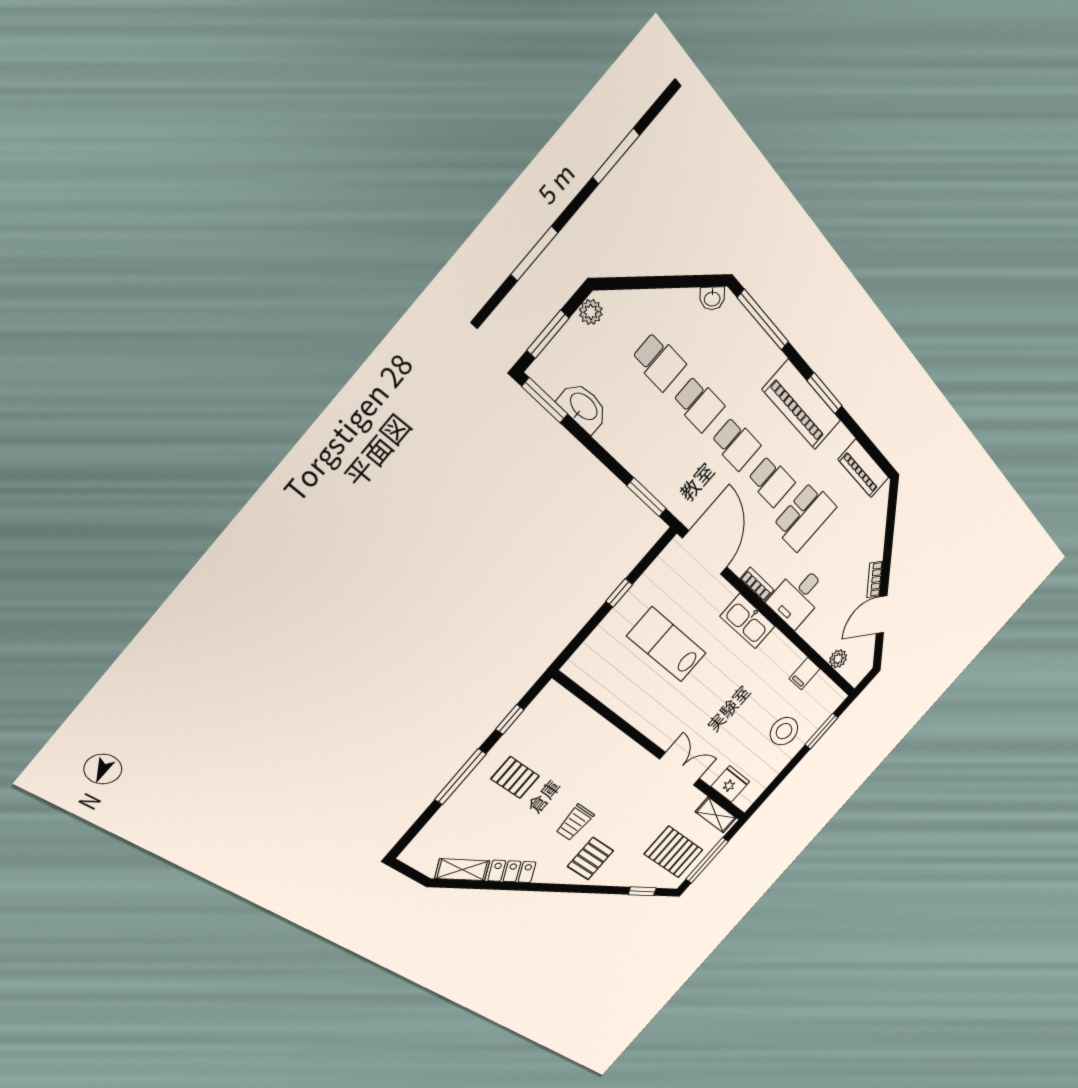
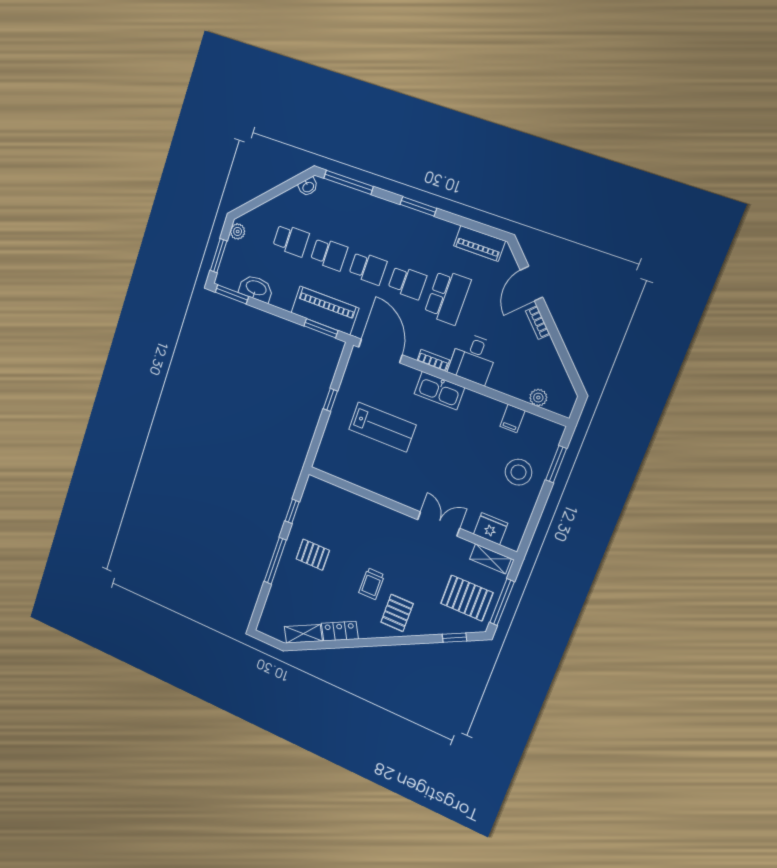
piano: (802, 405) -> (325, 310), moved, turned 180
door: (882, 615) -> (532, 284), moved
lab bench: (667, 645) -> (382, 427), turned 180

